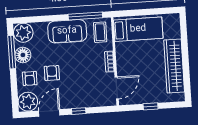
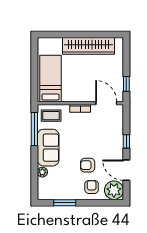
plant: (23, 33) -> (42, 172), moved, width x0.53, depth x0.53
window: (12, 52) -> (65, 203), width x0.69
floor lamp: (23, 55) -> (68, 192), removed
armchair: (30, 78) -> (92, 187), turned -90
window: (151, 106) -> (126, 84), moved

